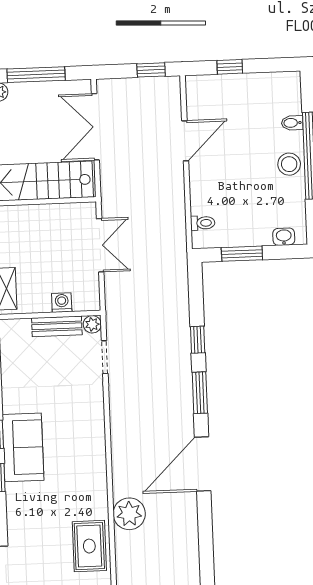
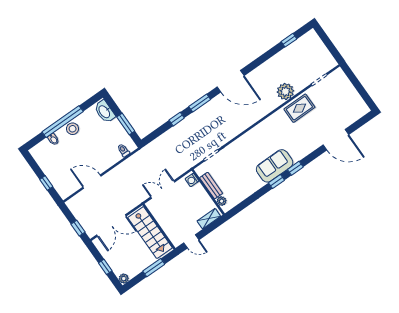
window: (151, 70) -> (78, 228), moved
window: (36, 75) -> (105, 267), width x0.46
washbasin: (284, 237) -> (105, 112), width x1.91, depth x1.45
washing machine: (62, 303) -> (192, 180), moved
plant: (92, 324) -> (222, 201), moved
plant: (129, 514) -> (285, 91), moved

